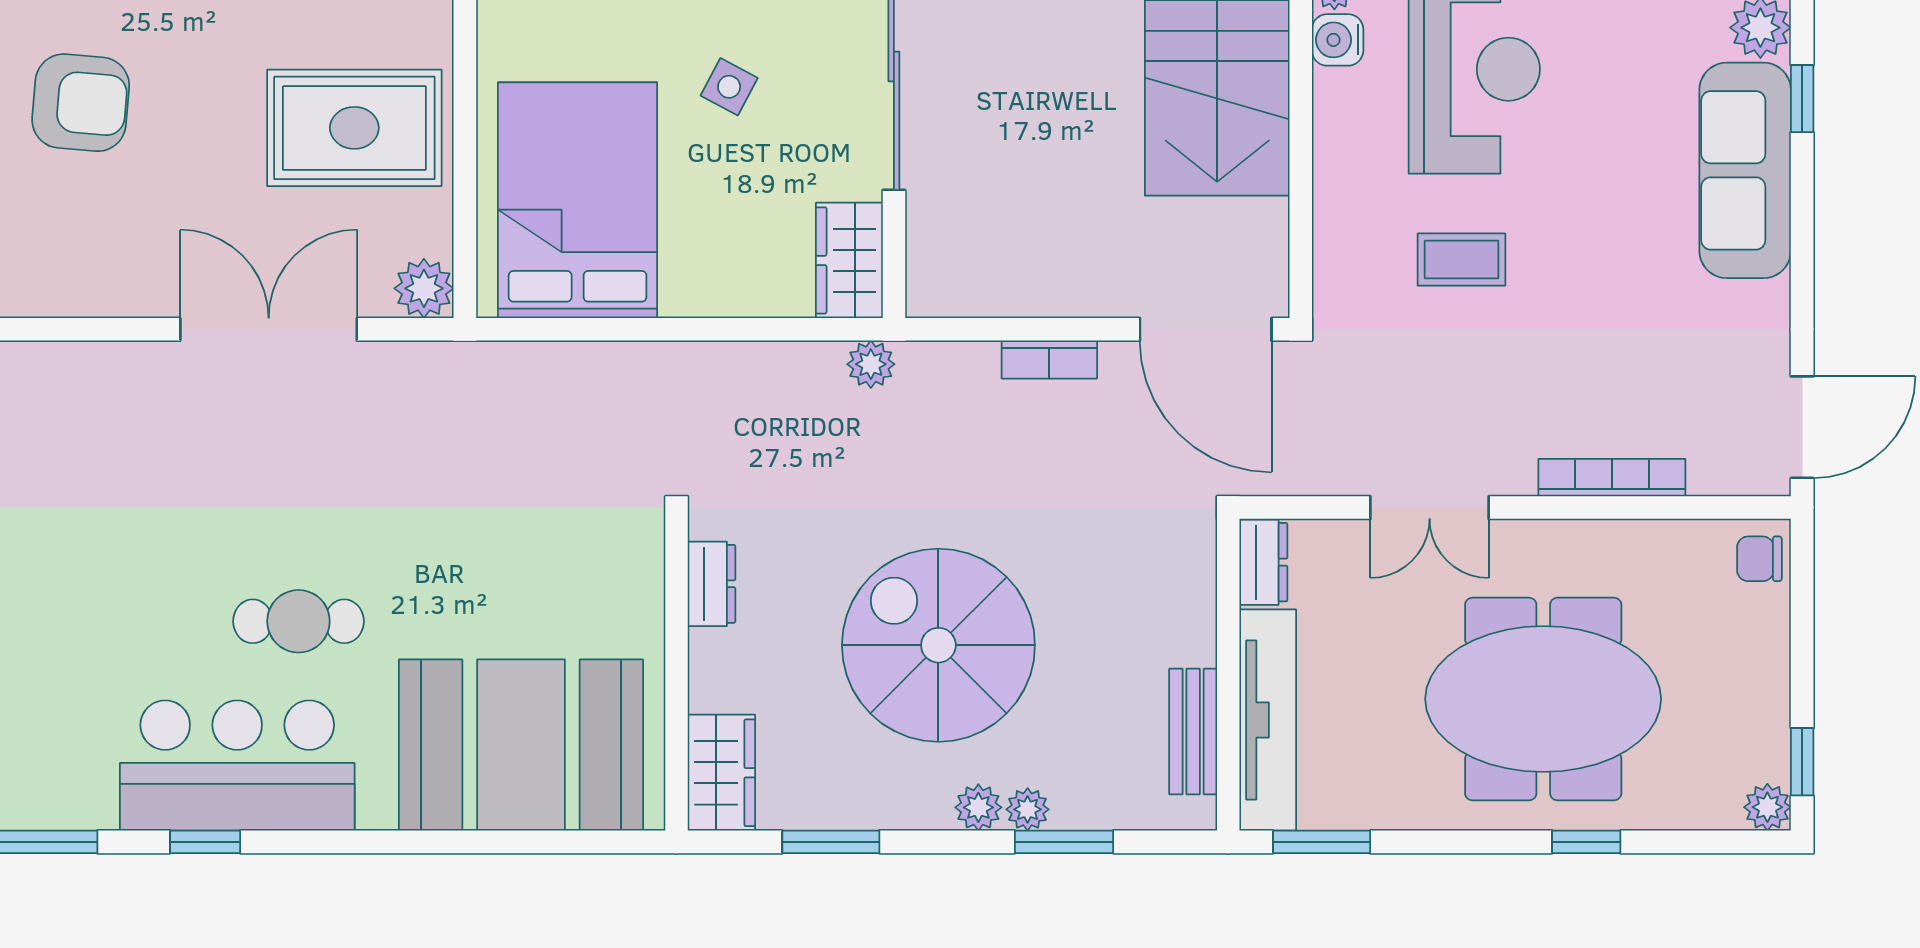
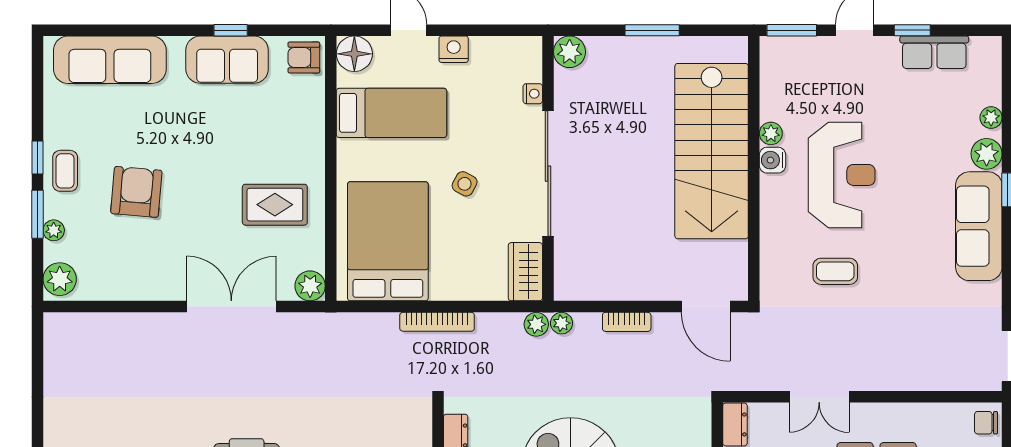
armchair: (81, 103) -> (136, 192), turned -90
rug: (354, 128) -> (275, 205), width x0.73, depth x0.70
door: (1206, 329) -> (706, 307), width x0.73
plant: (921, 362) -> (562, 323), added
bookcase: (1612, 478) -> (437, 322), moved, turned 180

